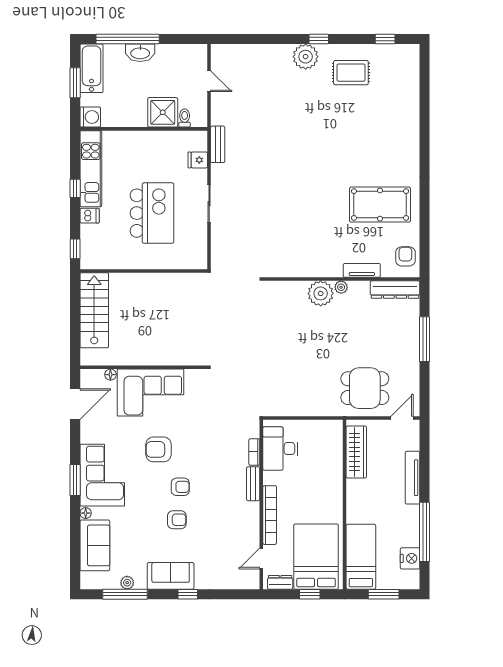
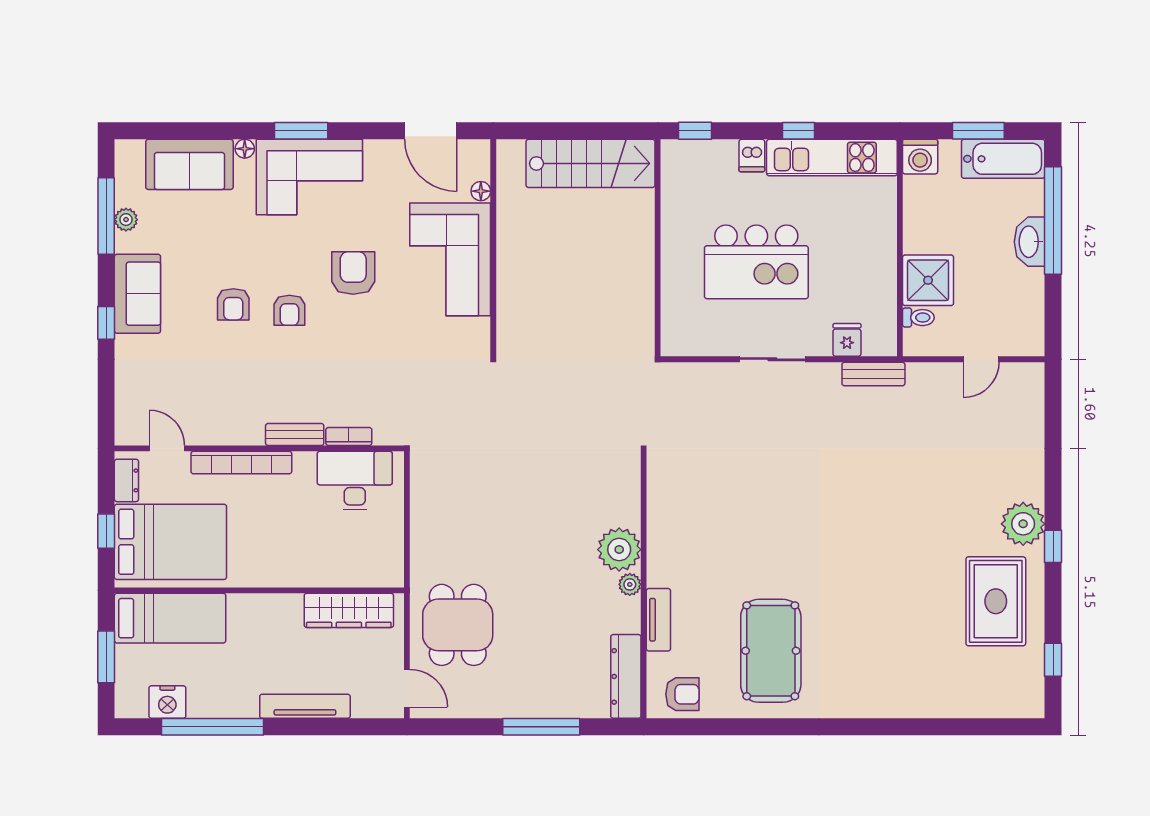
rug: (351, 73) -> (996, 601), width x1.36, depth x1.43

